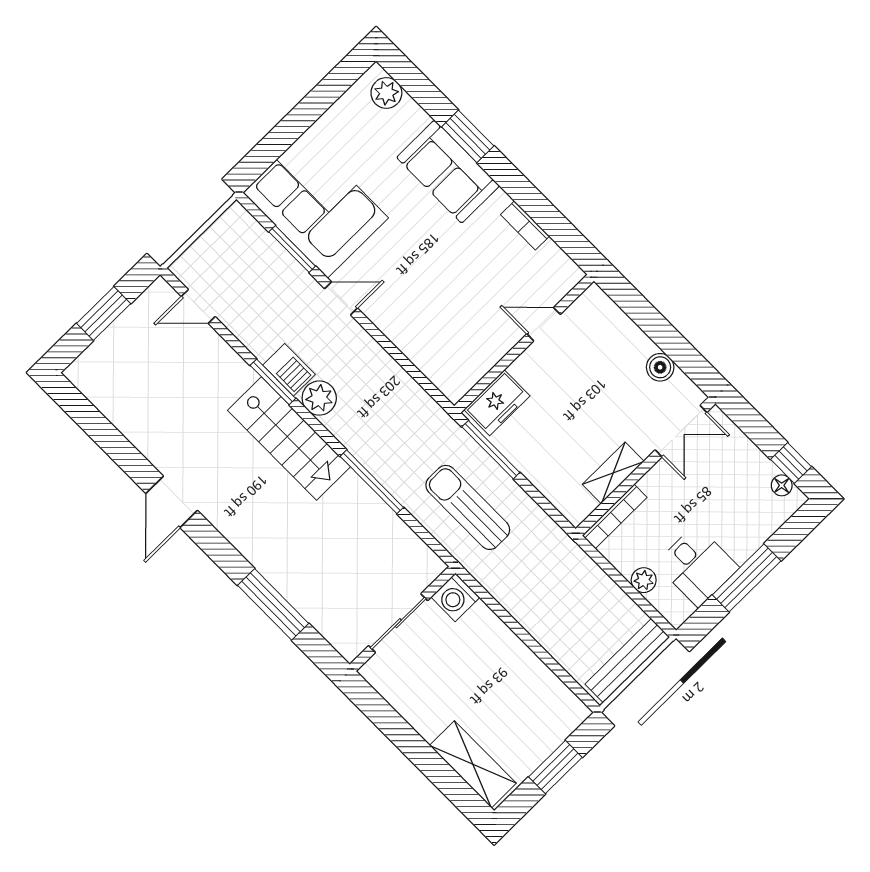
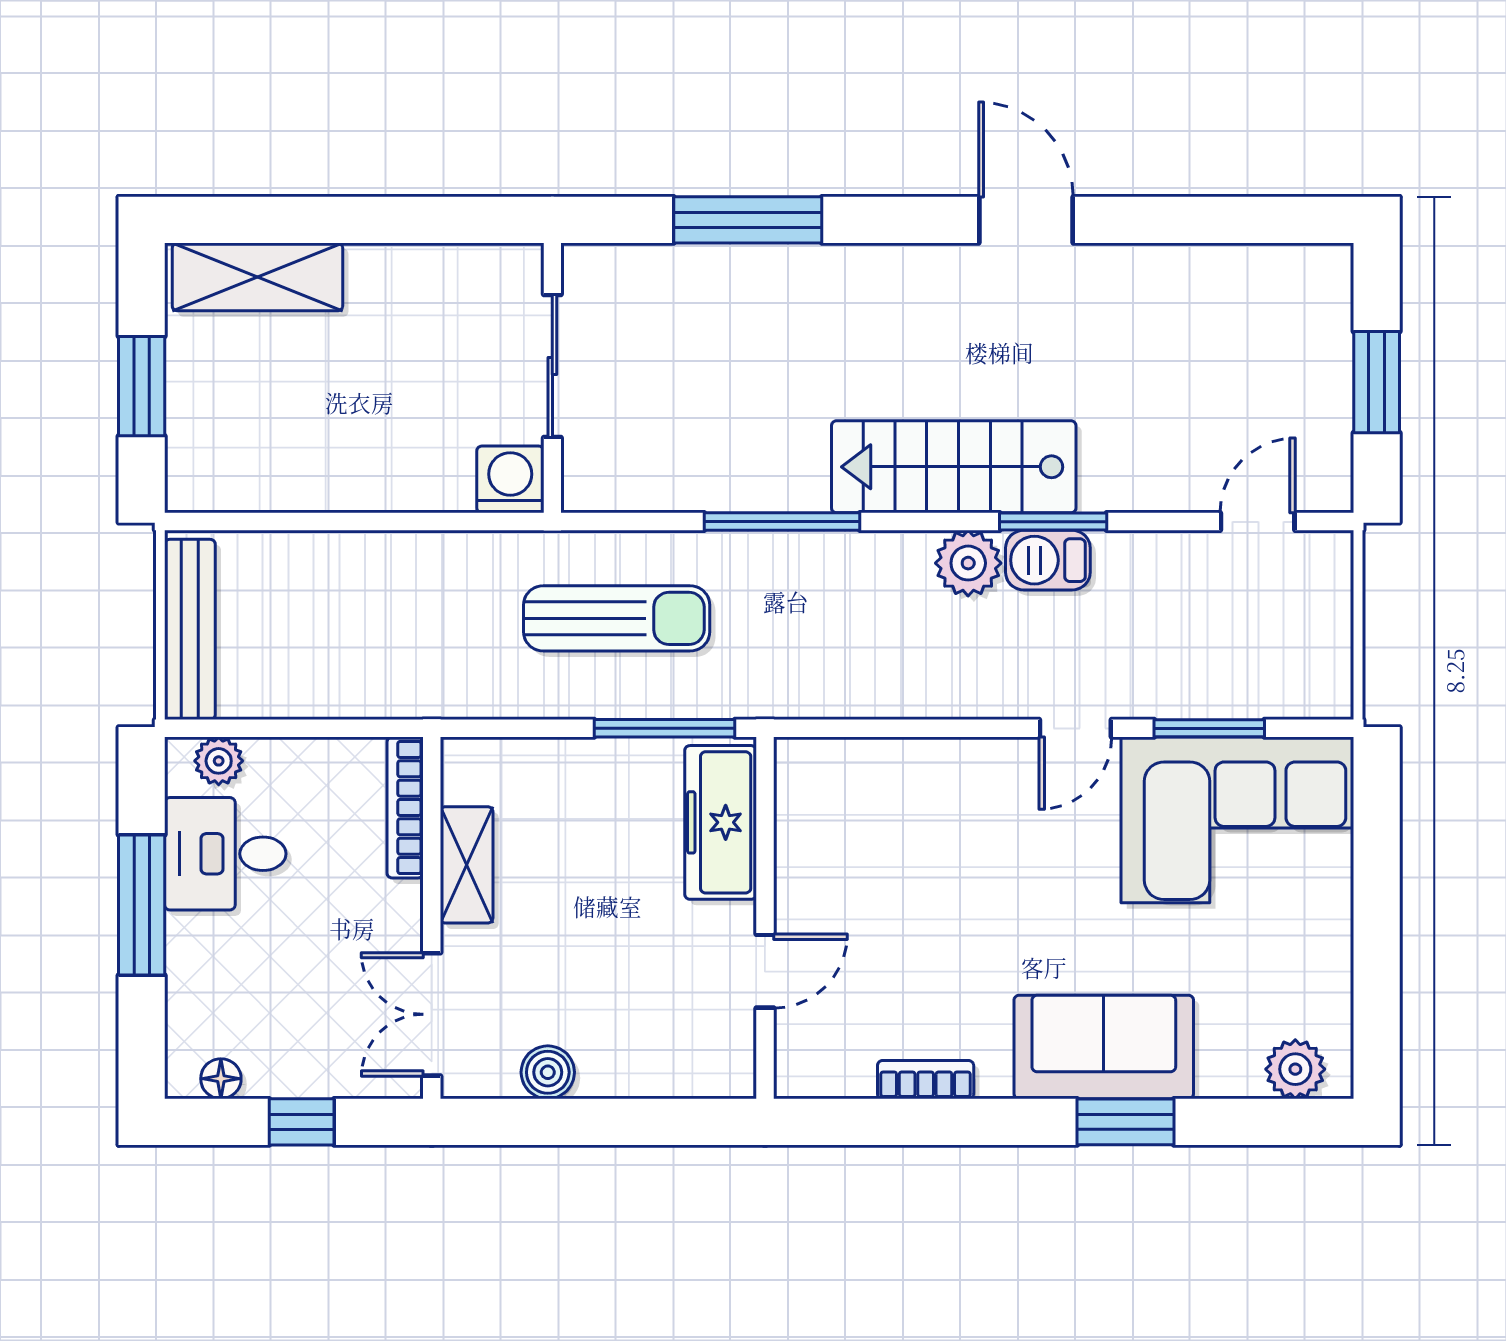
freezer: (497, 403) -> (721, 822), width x1.40
window: (791, 463) -> (302, 1122), moved
plant: (644, 580) -> (219, 761), moved

